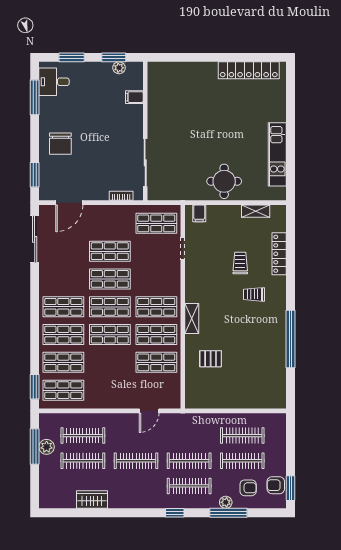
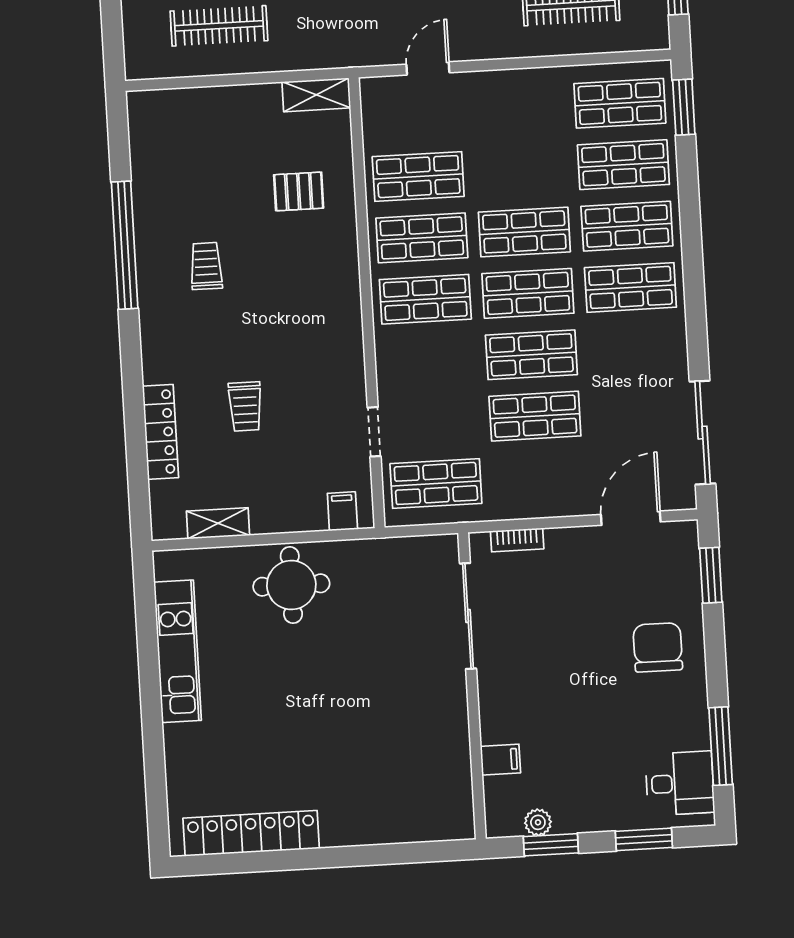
trolley: (254, 294) -> (206, 266), moved, turned -90
shelving: (192, 318) -> (316, 95), moved, turned 90

